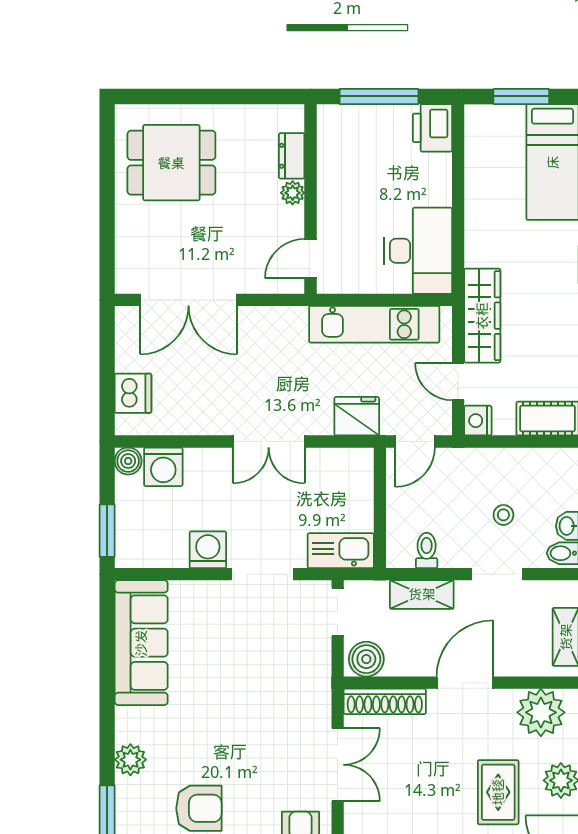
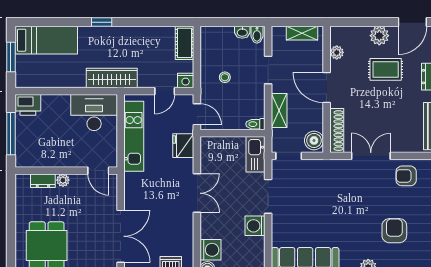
wardrobe: (482, 316) -> (112, 78), moved
stool: (503, 515) -> (225, 77), moved
toilet: (427, 550) -> (255, 124), moved
plant: (541, 712) -> (337, 52), width x0.53, depth x0.53

